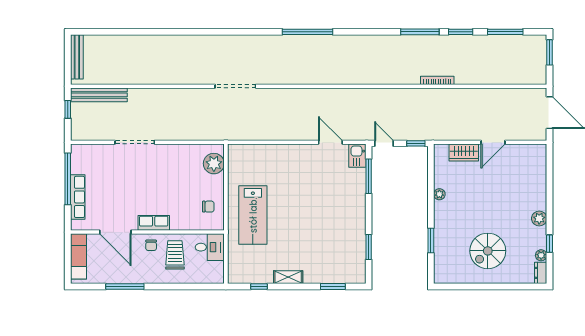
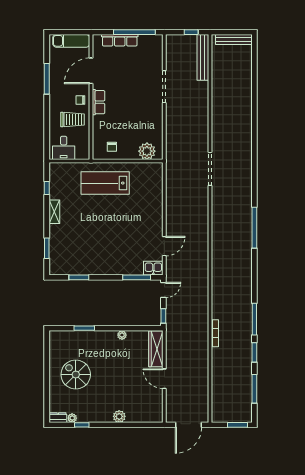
wardrobe: (464, 153) -> (156, 349), width x1.50
plant: (539, 218) -> (119, 416), moved
desk: (210, 247) -> (64, 148), moved

